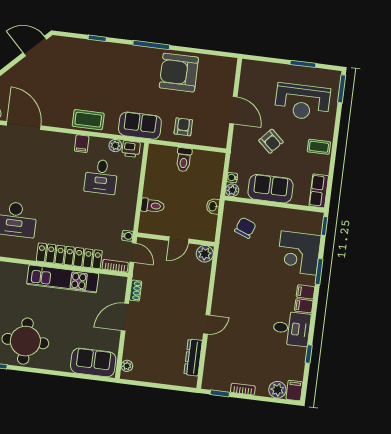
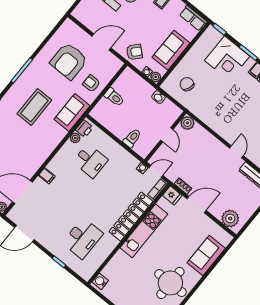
armchair: (179, 73) -> (69, 61), moved
coffee table: (88, 120) -> (34, 107), moved, width x1.36, depth x1.32
armchair: (271, 141) -> (134, 52), moved
filing cabinet: (82, 144) -> (47, 176), moved
fridge: (119, 285) -> (172, 195), added
door: (125, 317) -> (197, 205), swing flipped
sofa: (93, 362) -> (206, 256), moved
plant: (127, 366) -> (230, 219), width x1.87, depth x1.87

